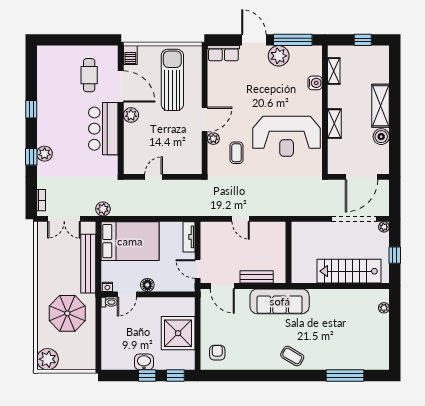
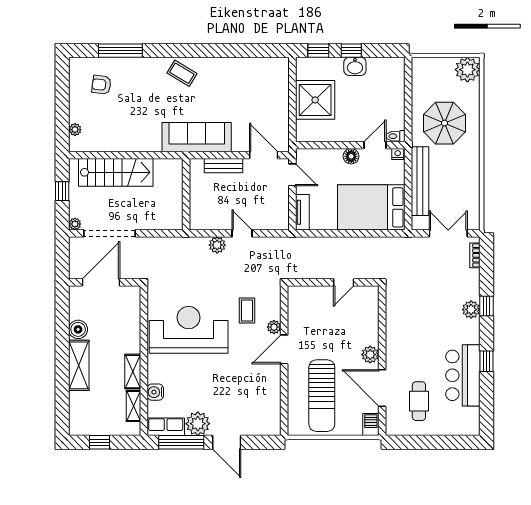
row of seats: (223, 53) -> (166, 427), moved
shelving: (334, 124) -> (133, 372), moved
bar counter: (103, 129) -> (463, 375), moved, turned 180
plant: (103, 209) -> (217, 245), moved
armchair: (217, 353) -> (101, 85), moved, turned 97

